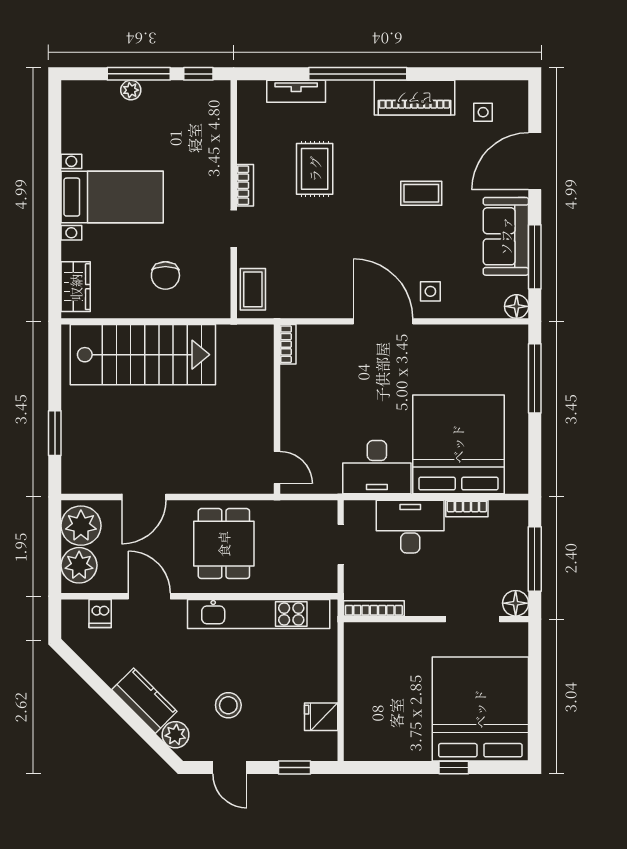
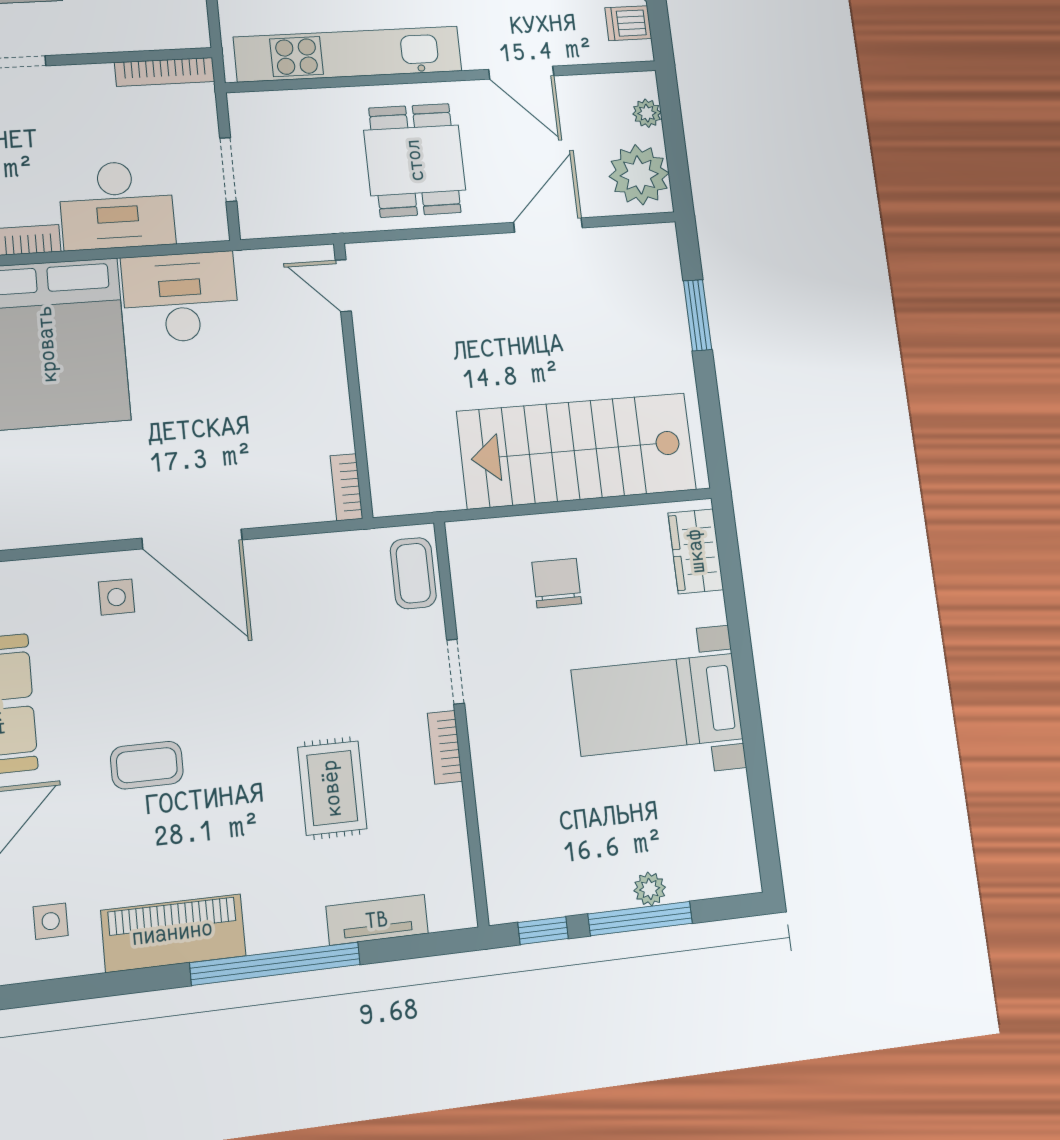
plant: (79, 565) -> (647, 113), width x0.53, depth x0.53
dishwasher: (100, 613) -> (628, 23), moved, turned -90

